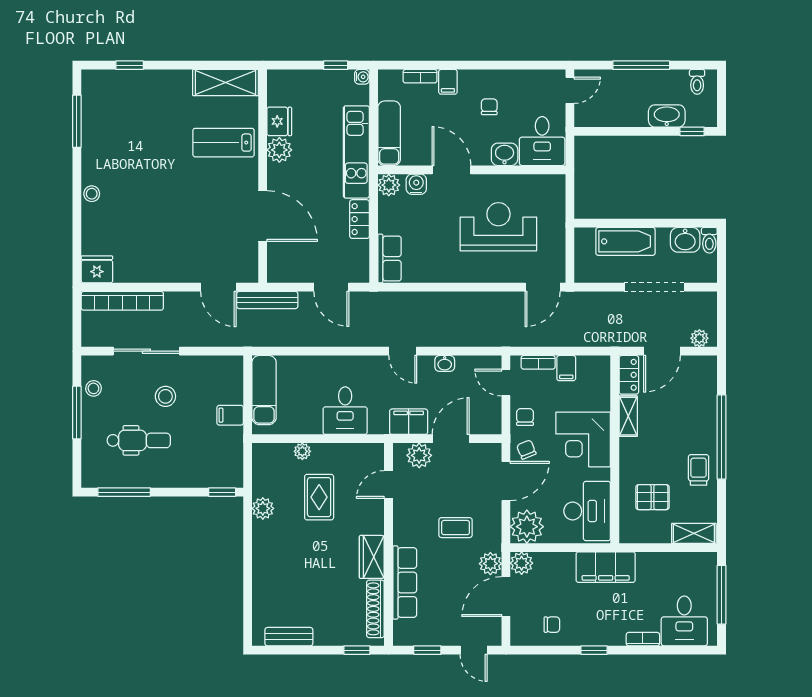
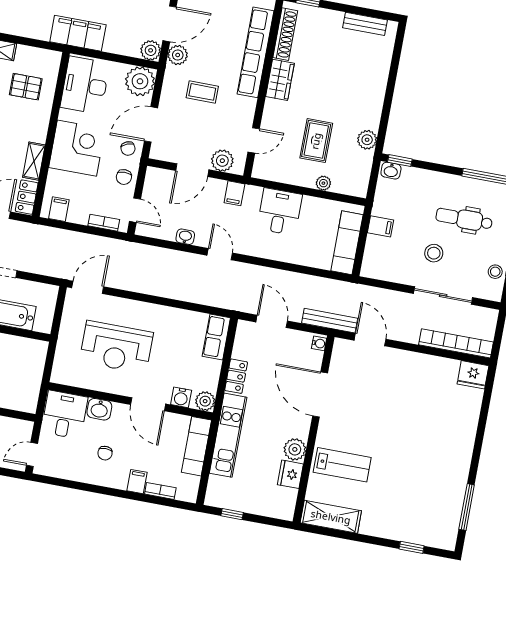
water cooler: (362, 77) -> (319, 343), moved, turned 180
stool: (92, 194) -> (465, 442), removed
filing cabinet: (566, 368) -> (59, 209), moved
filing cabinet: (409, 422) -> (234, 193), width x0.50
washbasin: (230, 479) -> (391, 171), added
row of seats: (405, 583) -> (255, 52), width x1.36

